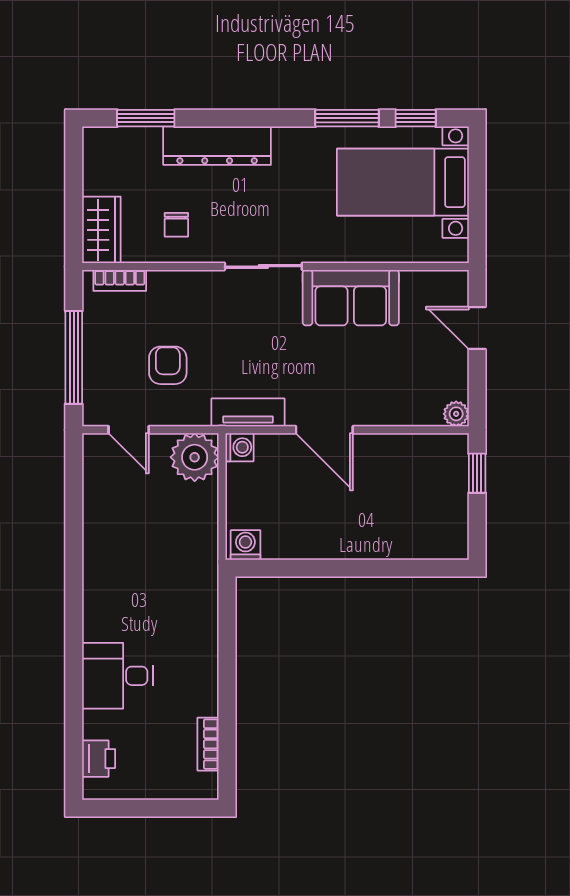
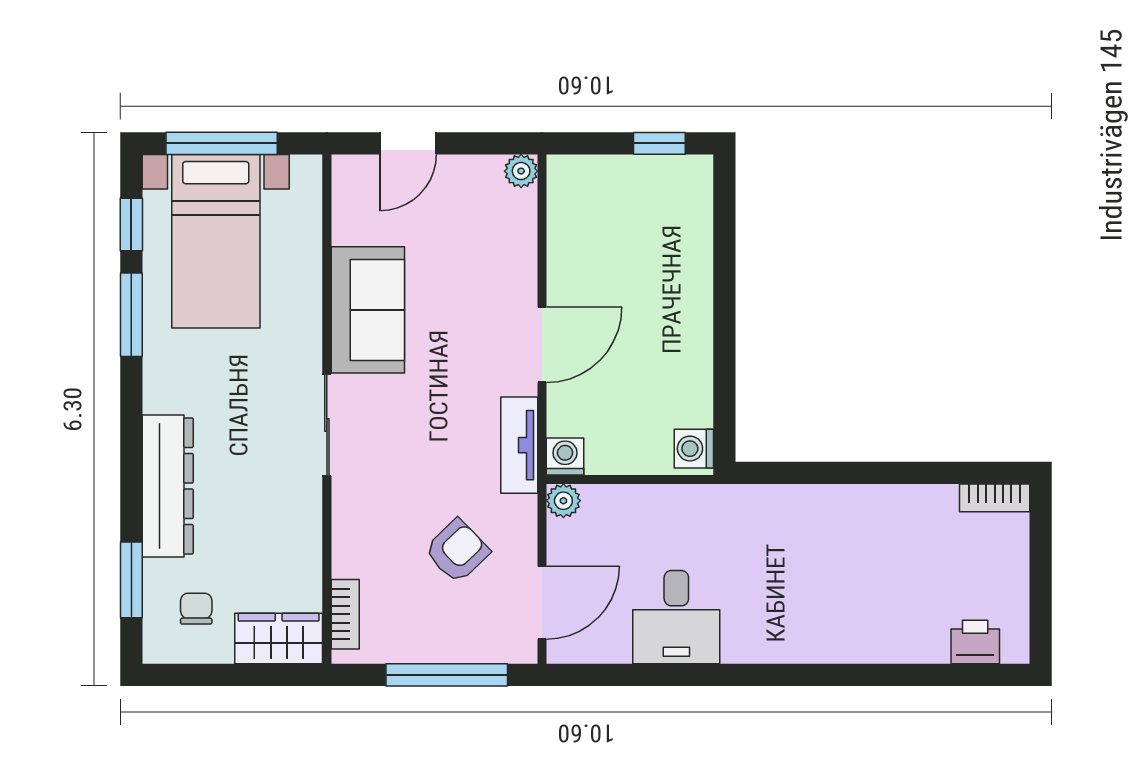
window: (477, 187) -> (222, 143), added
chair: (176, 225) -> (196, 609), moved, turned -90
armchair: (168, 365) -> (457, 551), turned 136
door: (129, 430) -> (542, 603), width x1.38
plant: (195, 457) -> (563, 501), width x0.53, depth x0.53
window: (477, 473) -> (659, 143), moved
desk: (118, 676) -> (676, 617), moved
bookcase: (208, 744) -> (995, 498), moved

